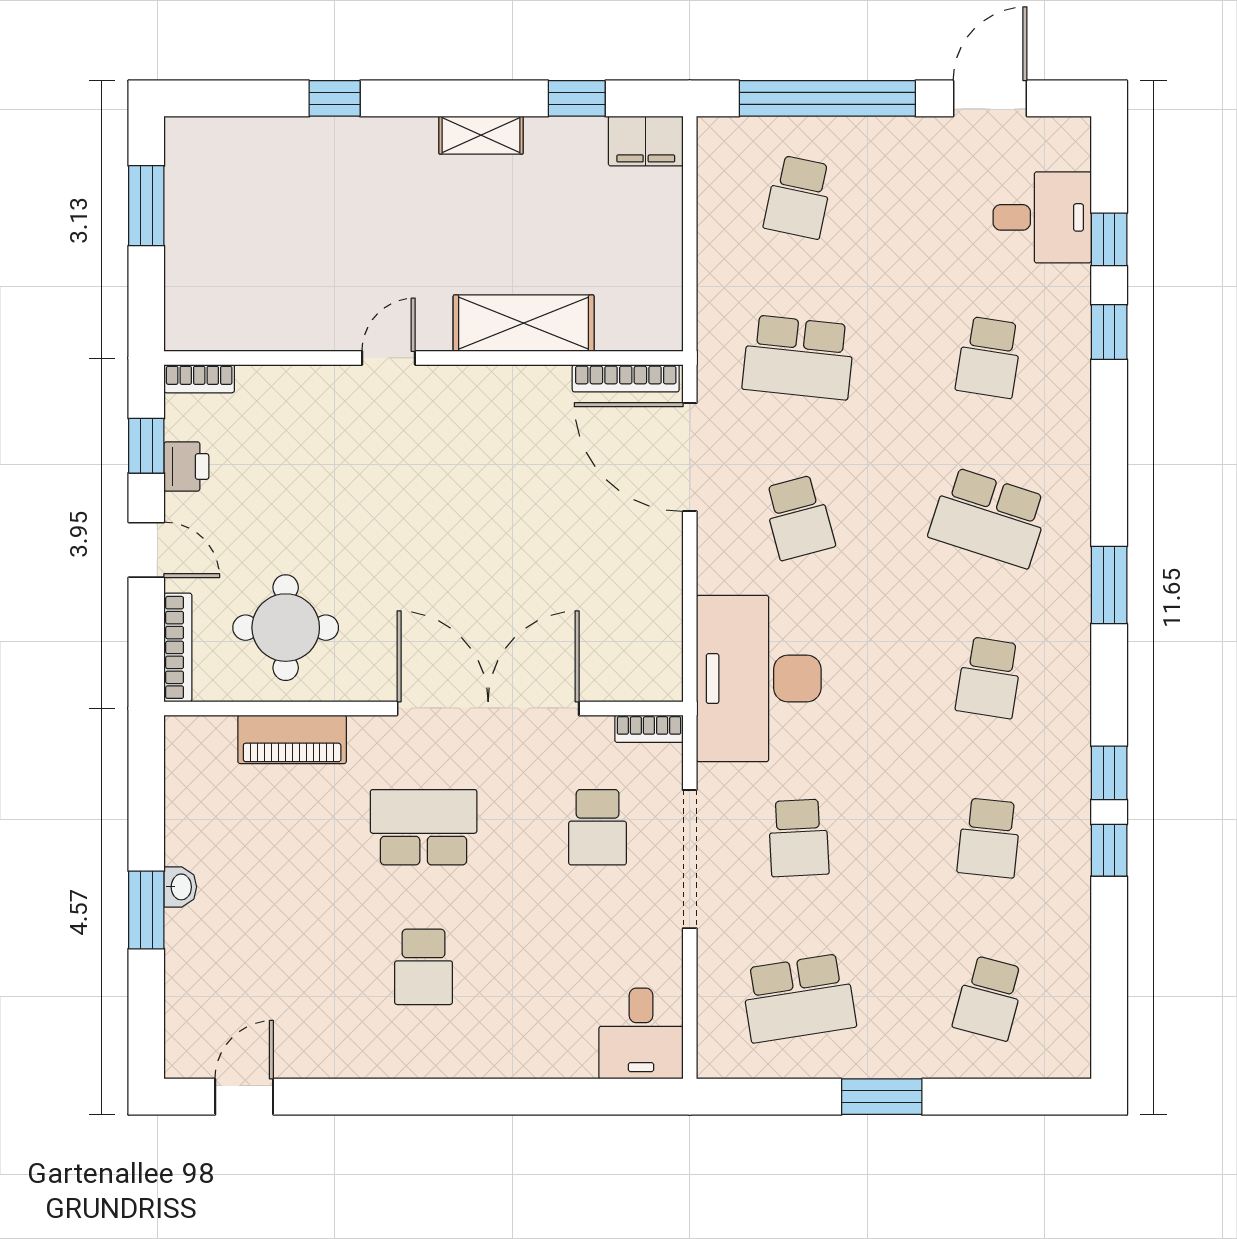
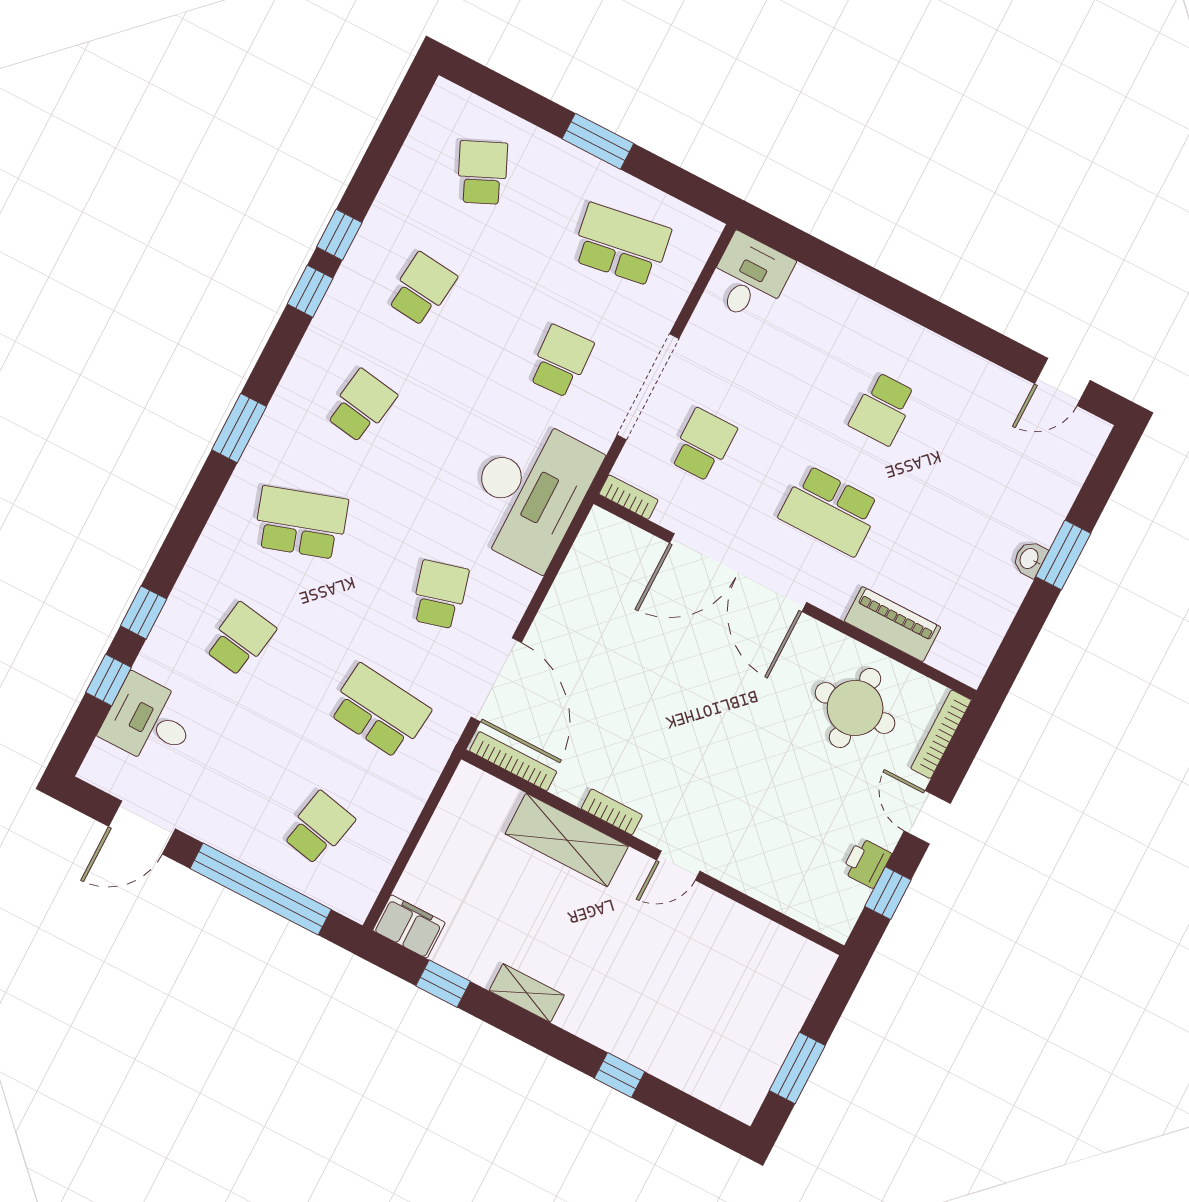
bookcase: (199, 379) -> (612, 812), moved
school desk: (989, 517) -> (301, 523), turned -36
school desk: (424, 967) -> (883, 409), turned 180
school desk: (989, 998) -> (482, 173), turned -39

